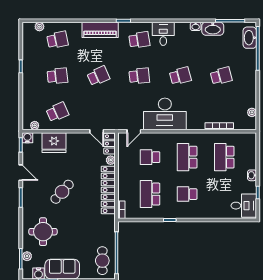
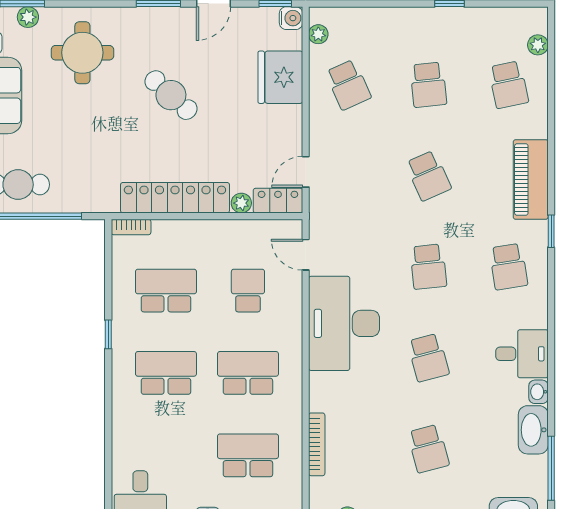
desk: (163, 34) -> (522, 354), moved
school desk: (187, 194) -> (166, 373), width x1.85

